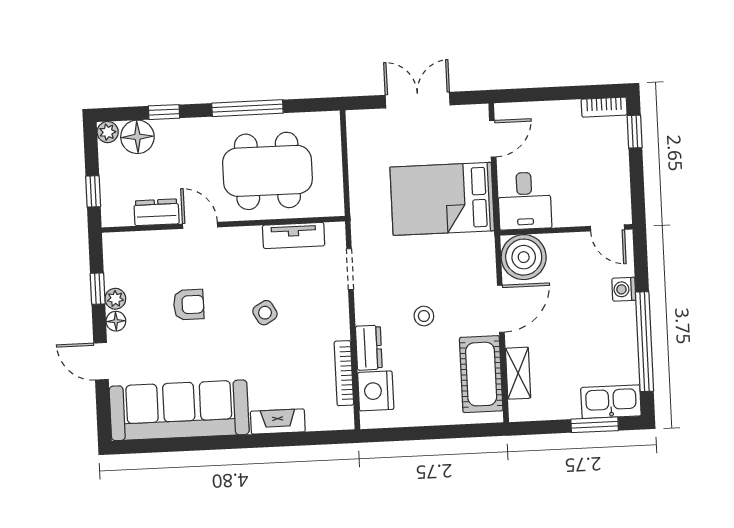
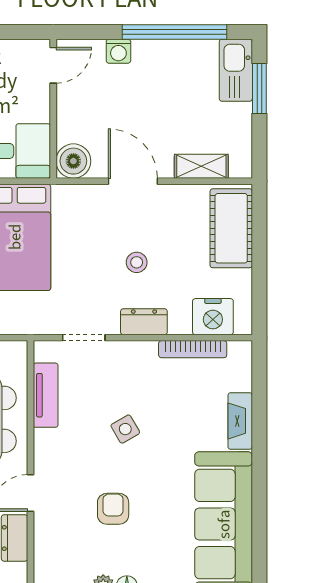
boiler: (524, 257) -> (73, 161), width x0.73, depth x0.73
dresser: (369, 348) -> (144, 322), moved
cot: (481, 374) -> (231, 228), moved, turned 90

